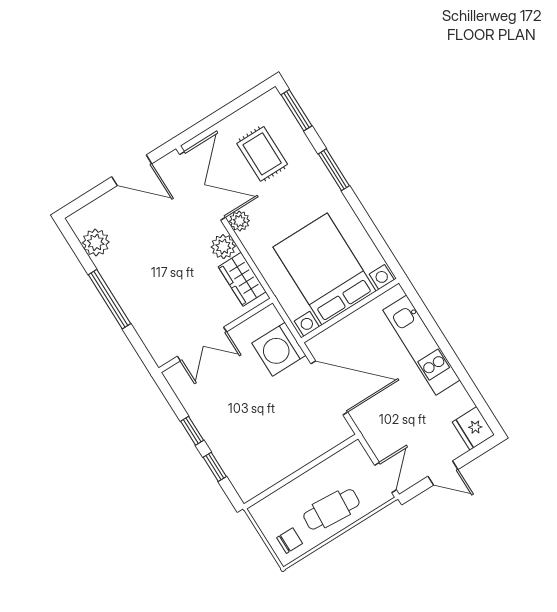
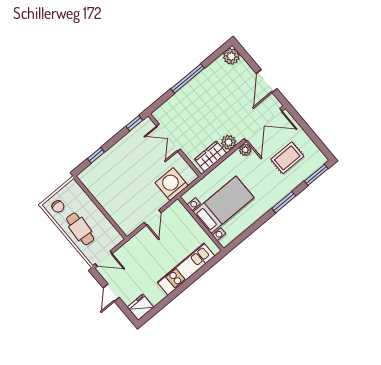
plant: (96, 242) -> (231, 56), moved
bed with nightstands: (325, 269) -> (223, 205), width x0.73
door: (329, 388) -> (153, 218), width x0.53
window: (192, 431) -> (134, 123), moved

